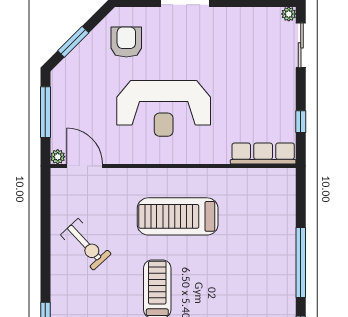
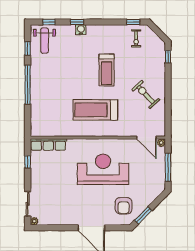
window: (73, 42) -> (143, 215), moved
treadmill: (178, 216) -> (95, 110), turned 180

